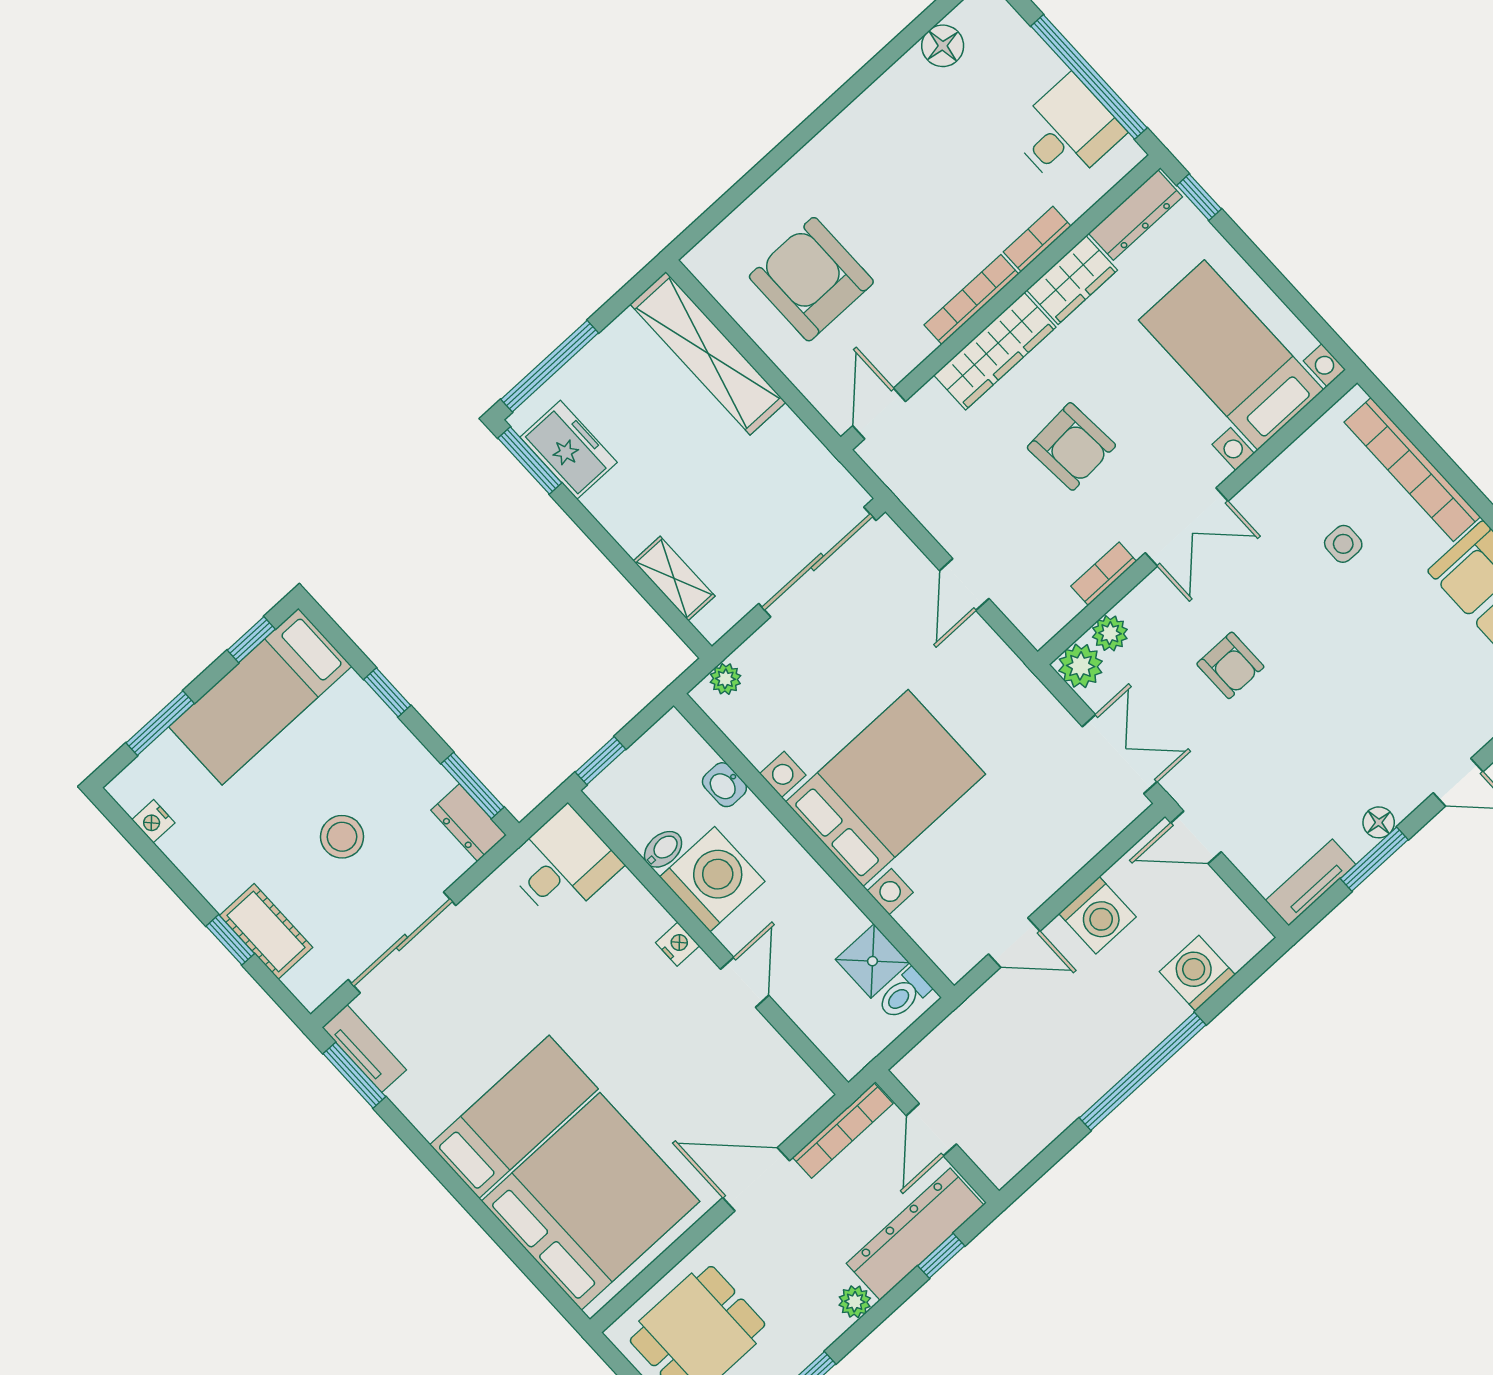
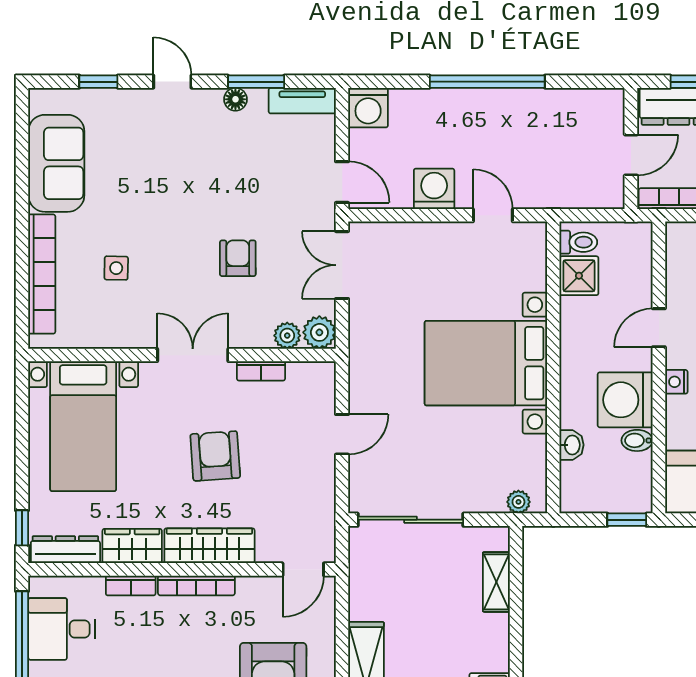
washing machine: (1197, 973) -> (368, 108), moved

